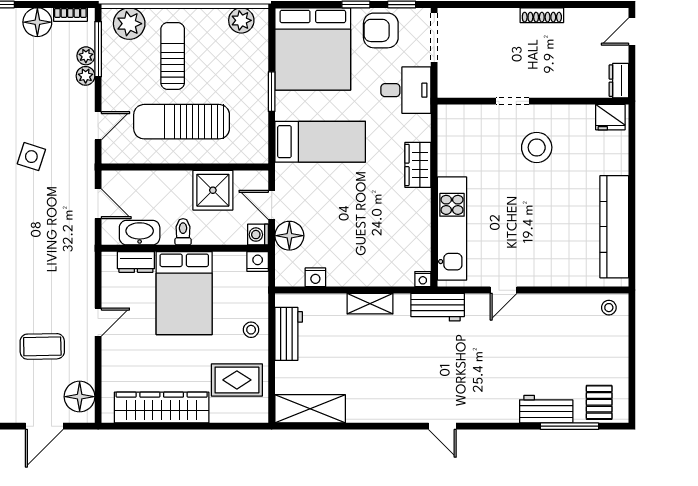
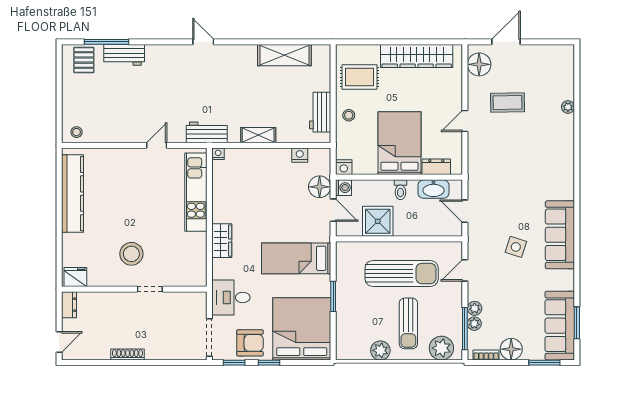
plant: (241, 20) -> (380, 350), moved
shelving: (310, 409) -> (284, 55), moved

